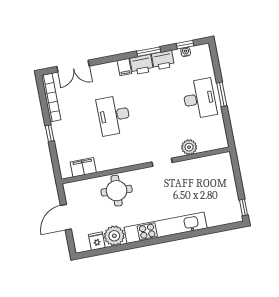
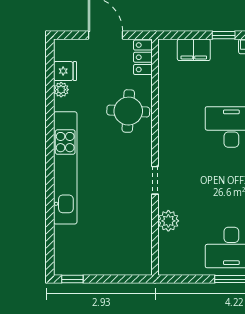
filing cabinet: (83, 167) -> (194, 50), moved, turned 90
locker: (76, 188) -> (143, 57), added
plant: (114, 236) -> (61, 90), width x0.53, depth x0.53

